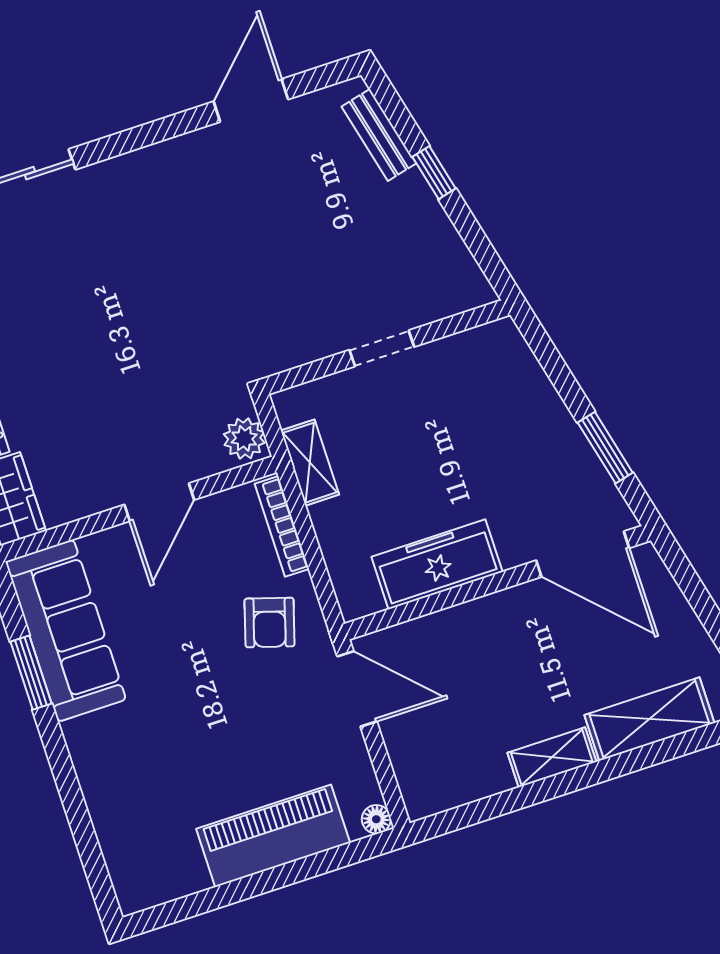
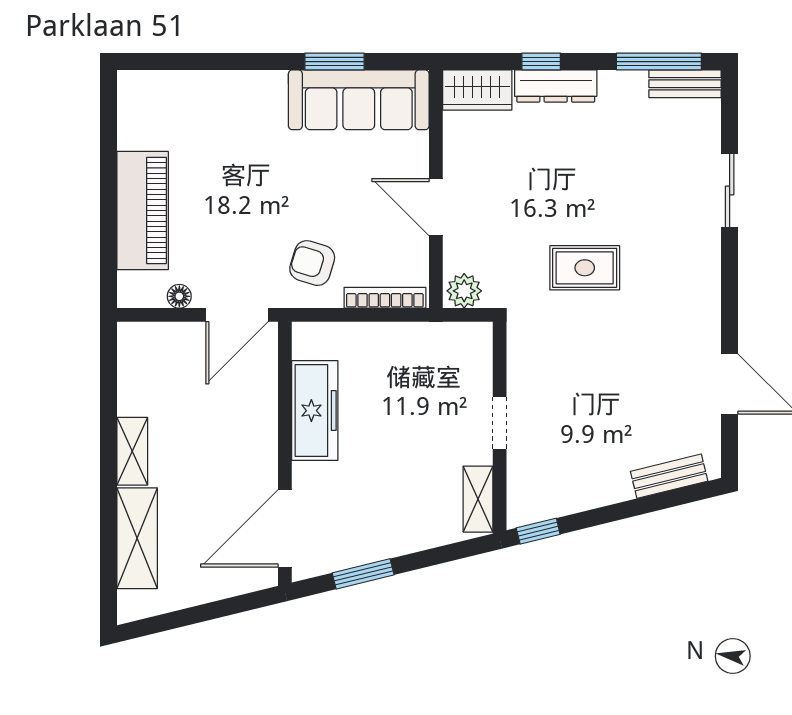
window: (434, 173) -> (538, 531), moved
rug: (173, 310) -> (585, 268), added
shelving: (310, 463) -> (478, 499), moved, turned 90
floor lamp: (376, 819) -> (179, 296), moved

